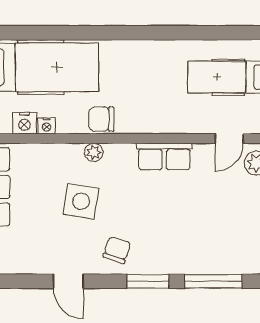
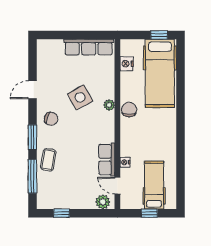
nightstand: (47, 126) -> (125, 162), moved
row of seats: (164, 156) -> (107, 160), moved
side table: (81, 201) -> (80, 97), turned -38
coffee table: (186, 255) -> (48, 160), added

